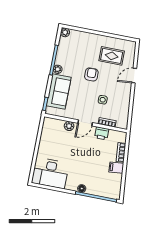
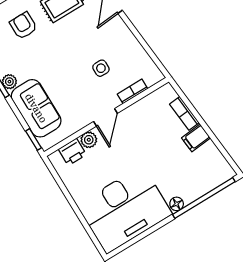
armchair: (91, 74) -> (23, 26), moved
printer: (102, 133) -> (72, 152), moved
desk: (50, 173) -> (125, 209), width x1.36, depth x1.30

